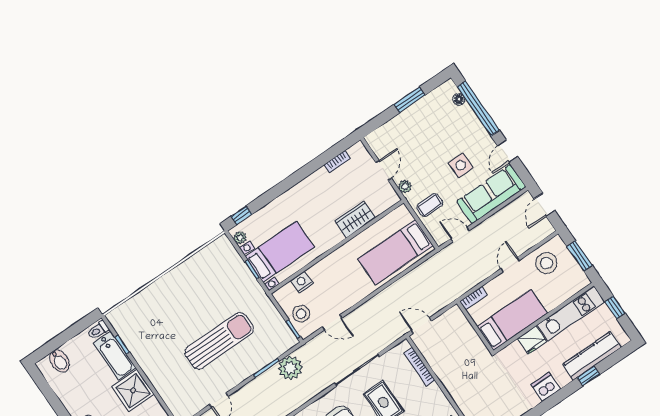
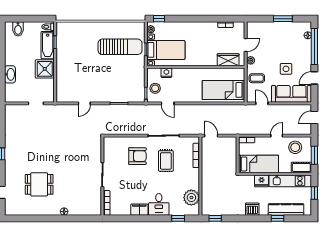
wardrobe: (355, 219) -> (228, 60), moved
cot: (573, 285) -> (301, 167), added
sun lounger: (219, 341) -> (120, 47), moved
plant: (290, 368) -> (131, 112), removed

